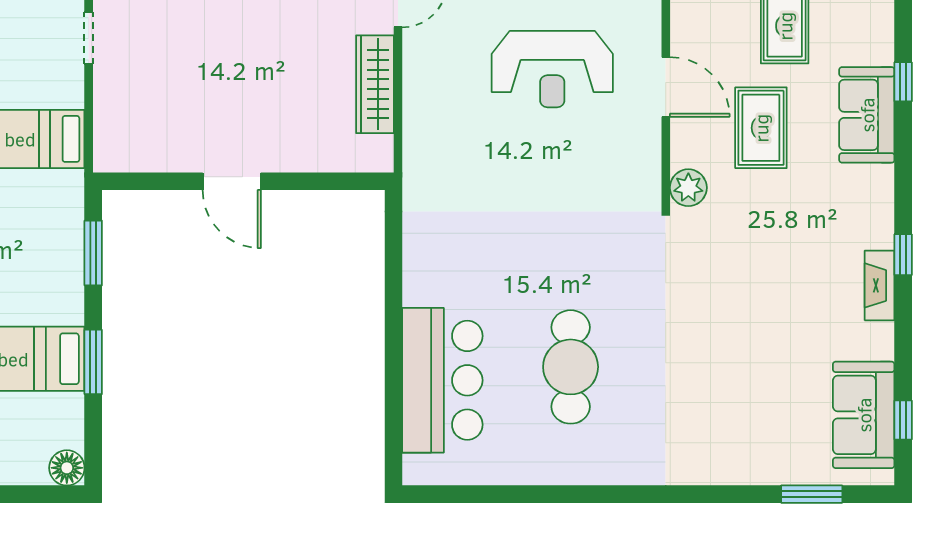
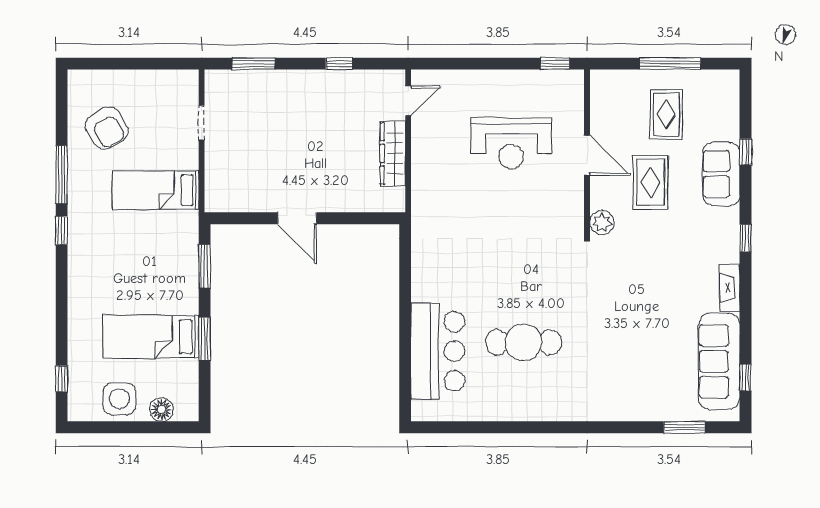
window: (903, 255) -> (746, 238), moved
cafe table: (571, 367) -> (523, 342), turned 90
sofa: (864, 415) -> (719, 361), width x1.36
floor lamp: (67, 468) -> (161, 410), moved

